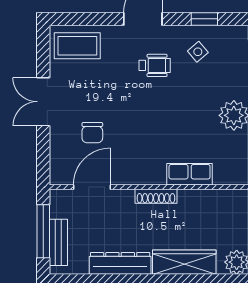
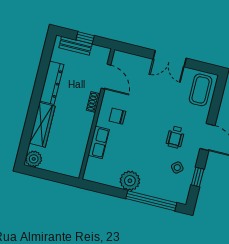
double door: (43, 102) -> (170, 59), swing flipped
chair: (92, 133) -> (117, 116), moved
shoe rack: (156, 196) -> (93, 102), moved, width x0.70
window: (43, 231) -> (85, 38), width x0.46

